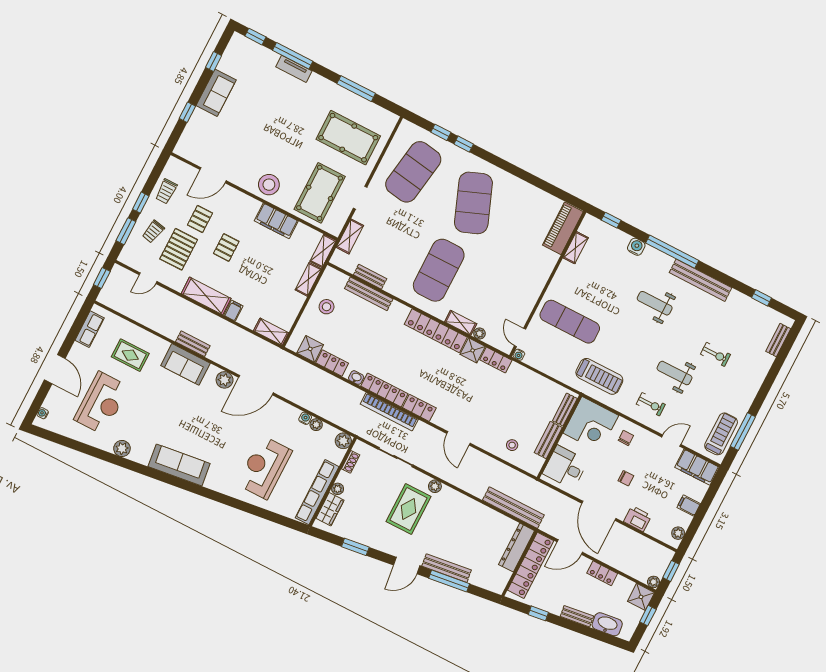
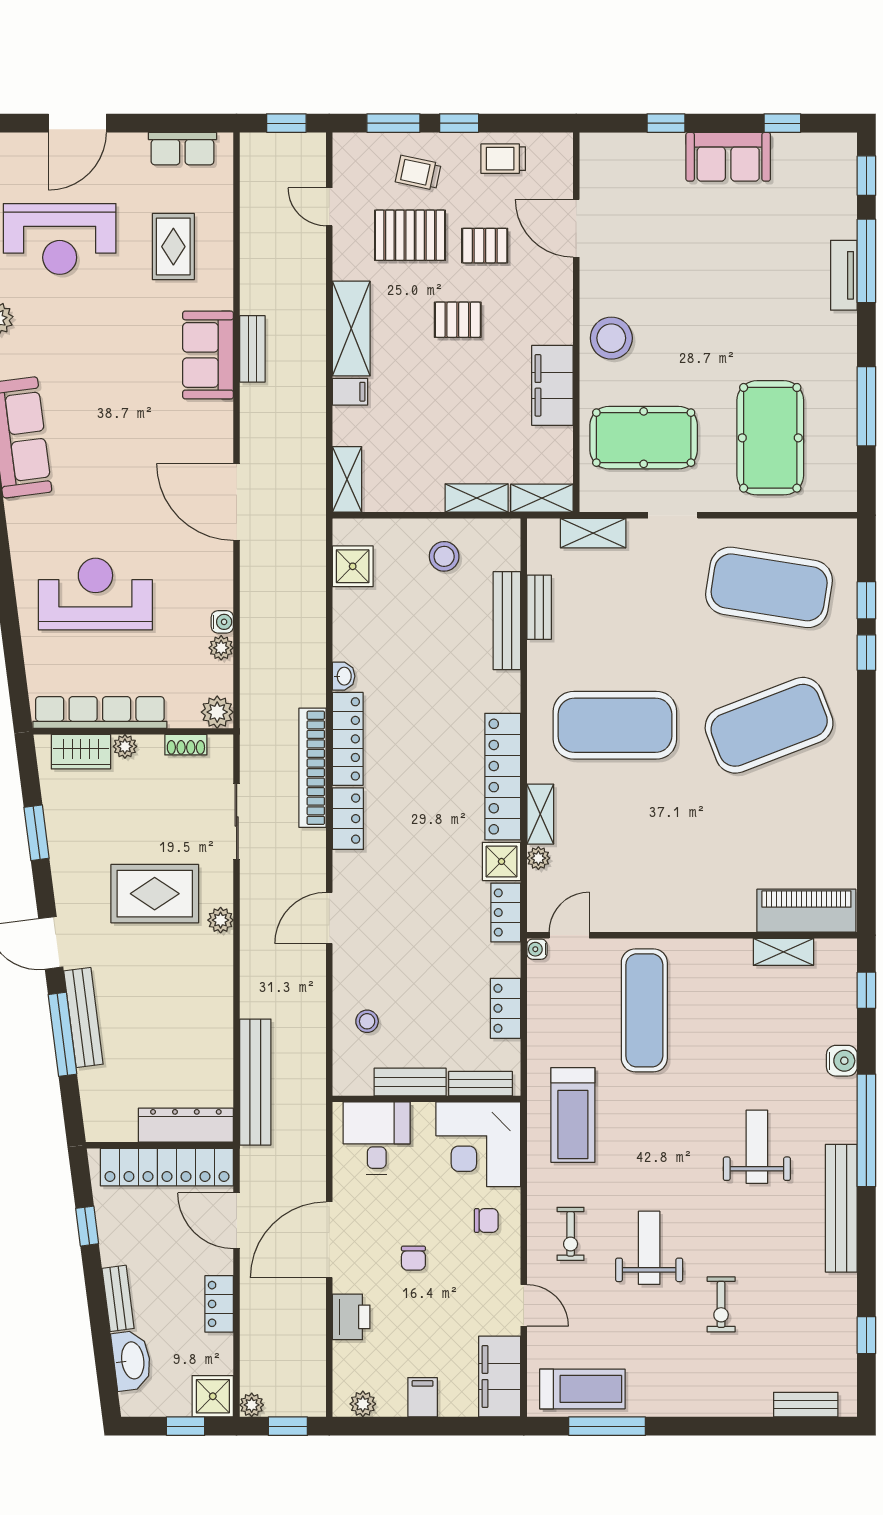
locker: (332, 363) -> (506, 1008), moved, turned 180
plant: (225, 380) -> (216, 440), removed

